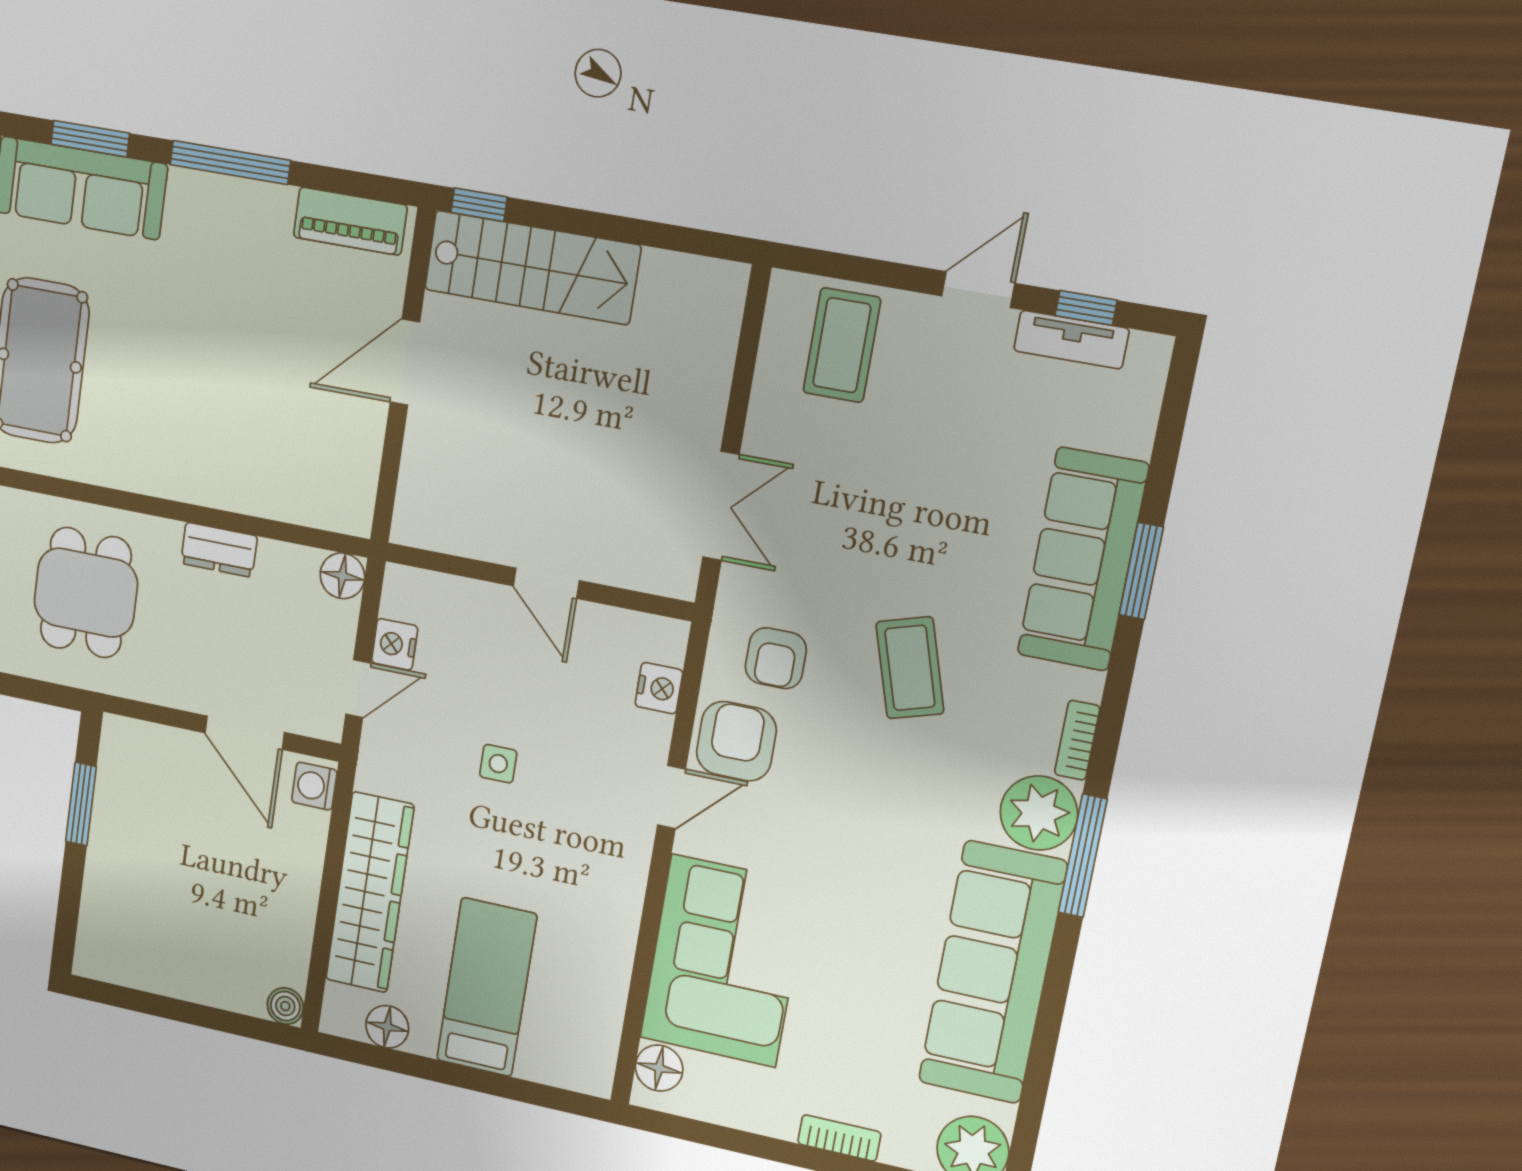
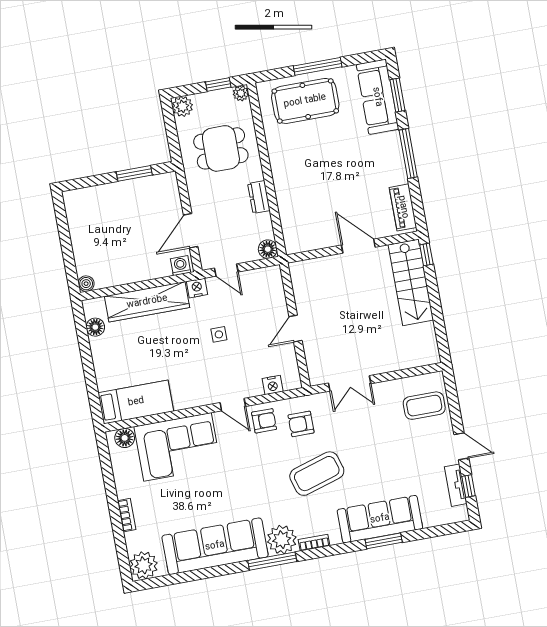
nightstand: (395, 644) -> (197, 288), moved
coffee table: (910, 668) -> (317, 474), width x1.36, depth x1.32
armchair: (736, 741) -> (264, 421), width x0.72, depth x0.72
bed: (487, 987) -> (136, 402), moved

